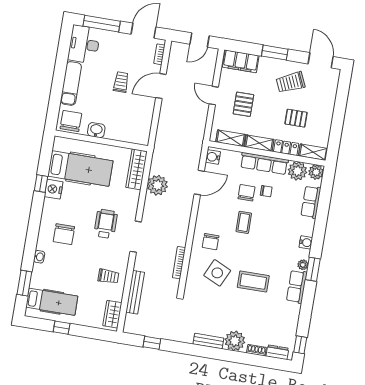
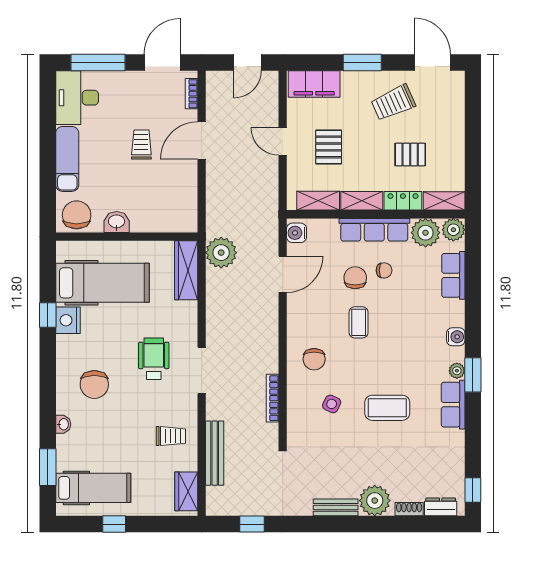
plant: (157, 185) -> (221, 253), moved
side table: (217, 273) -> (332, 404), width x0.54, depth x0.54

